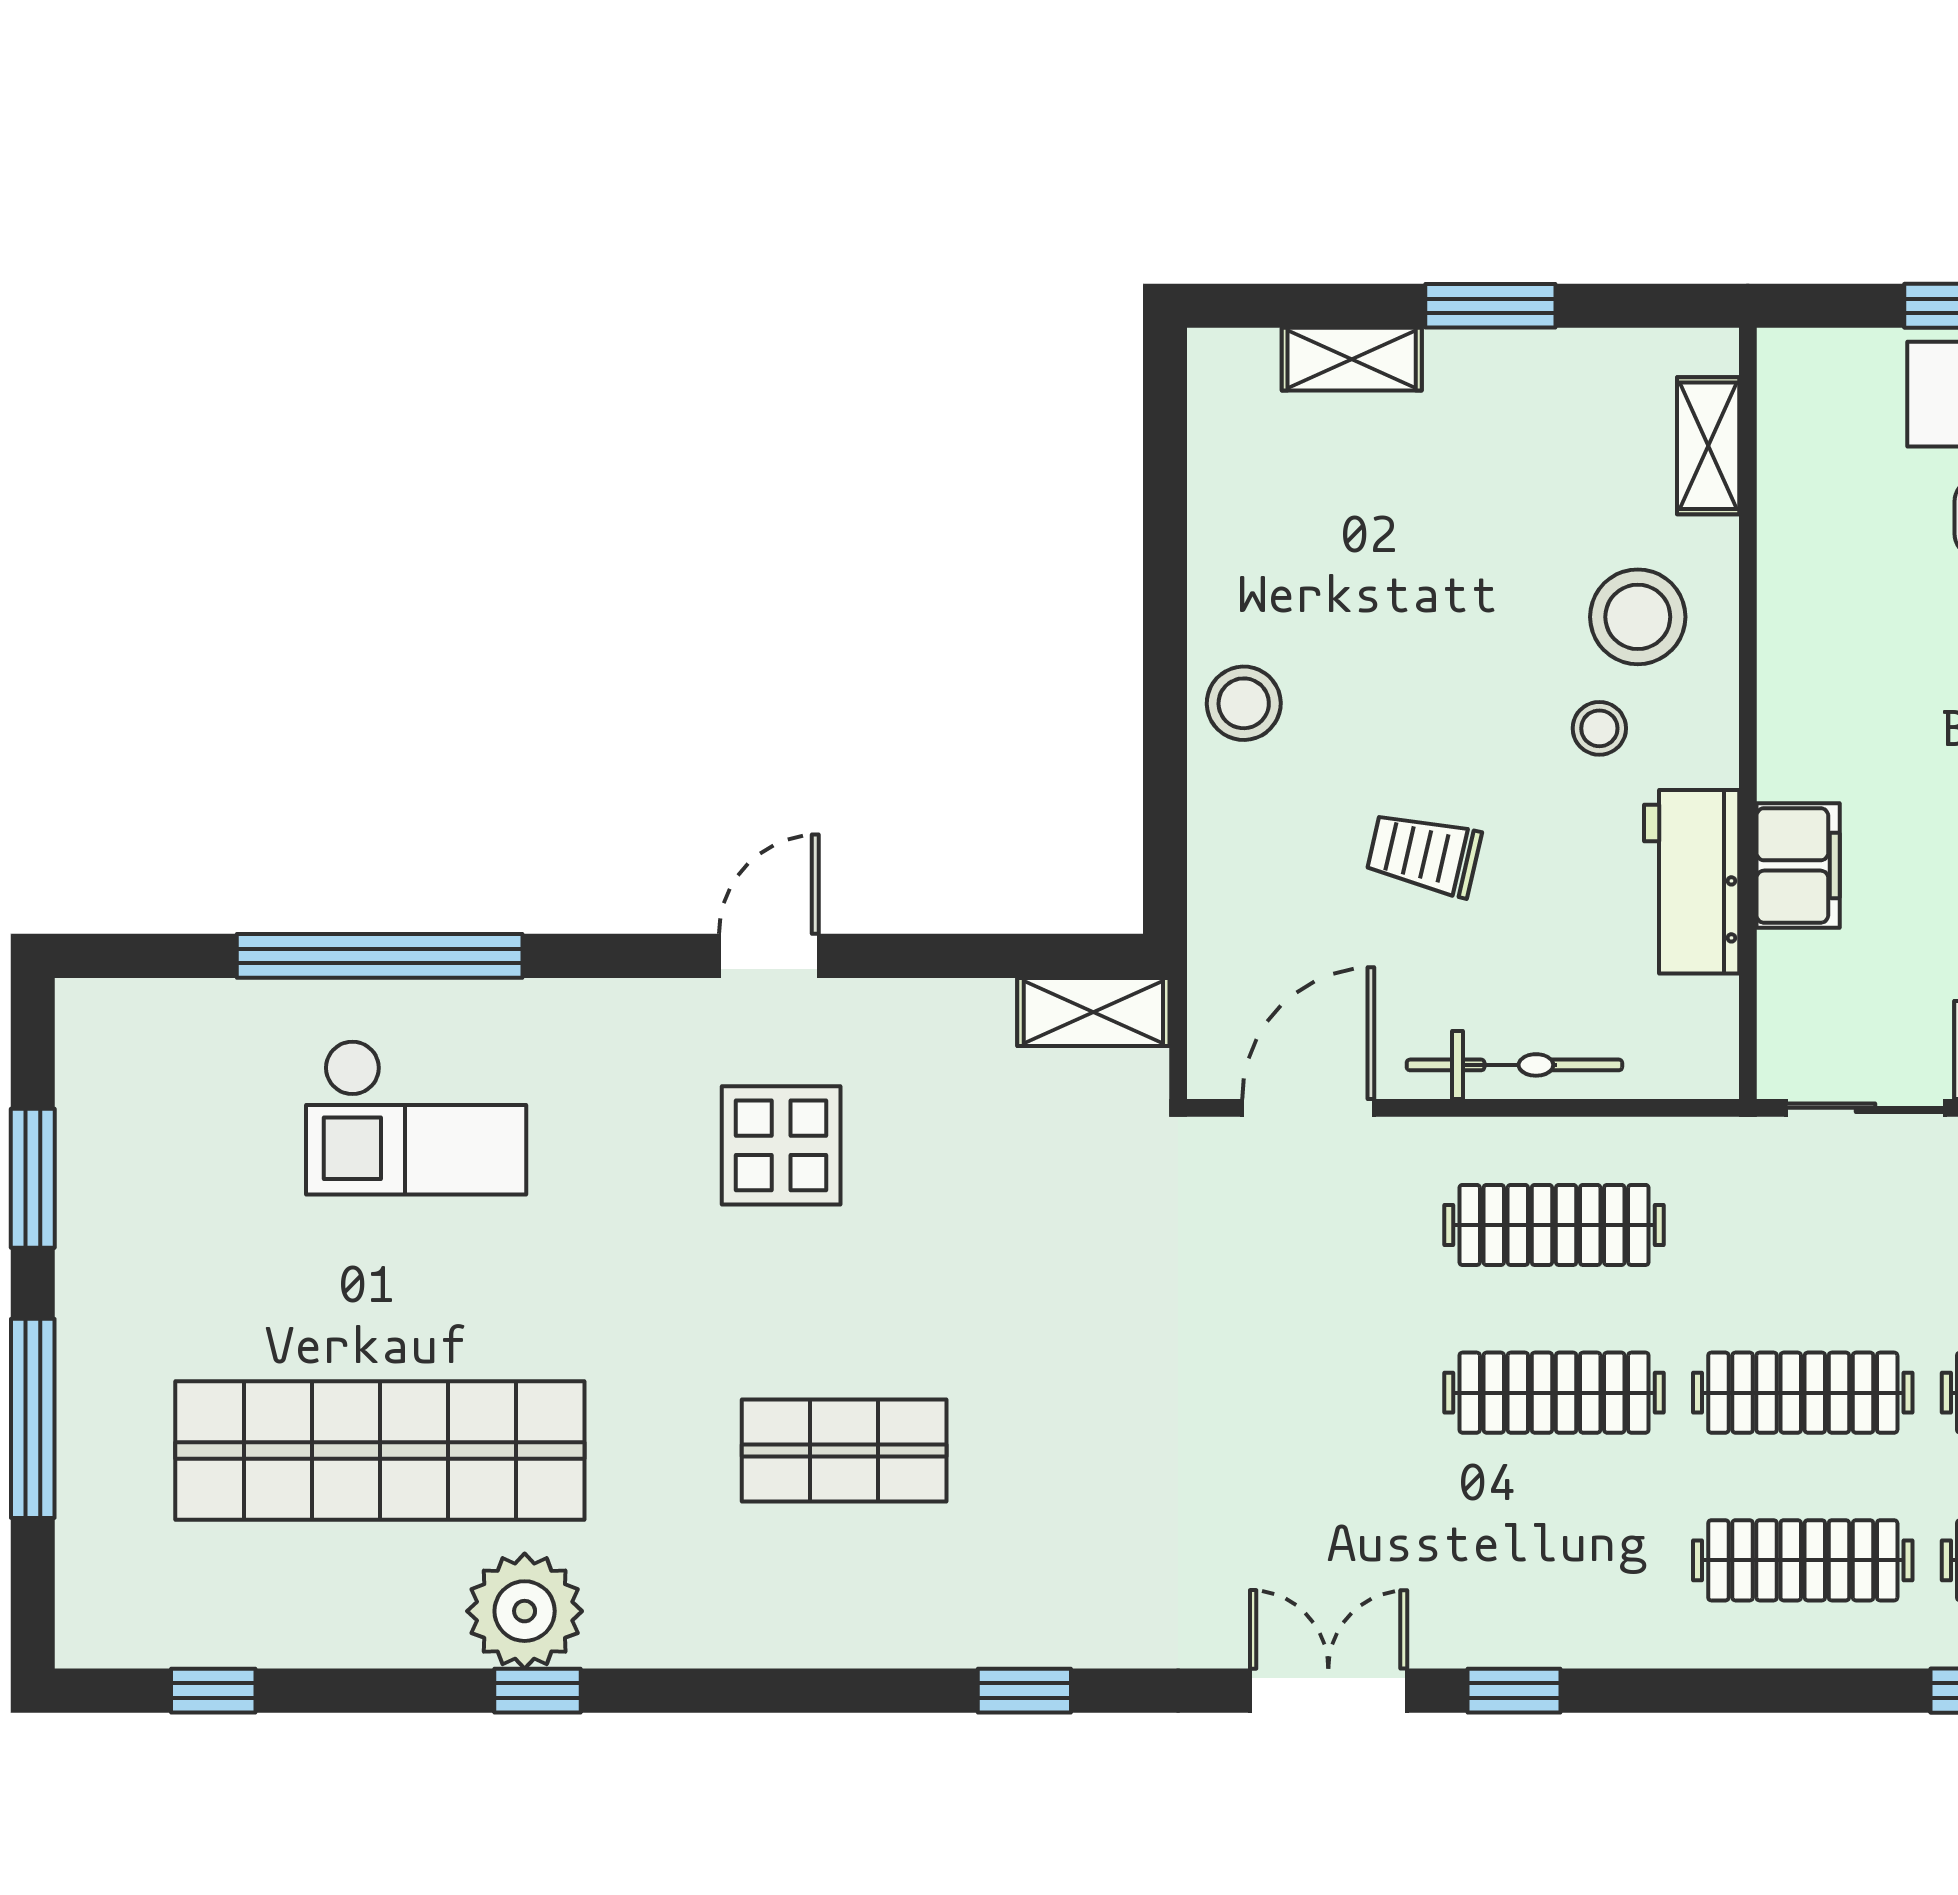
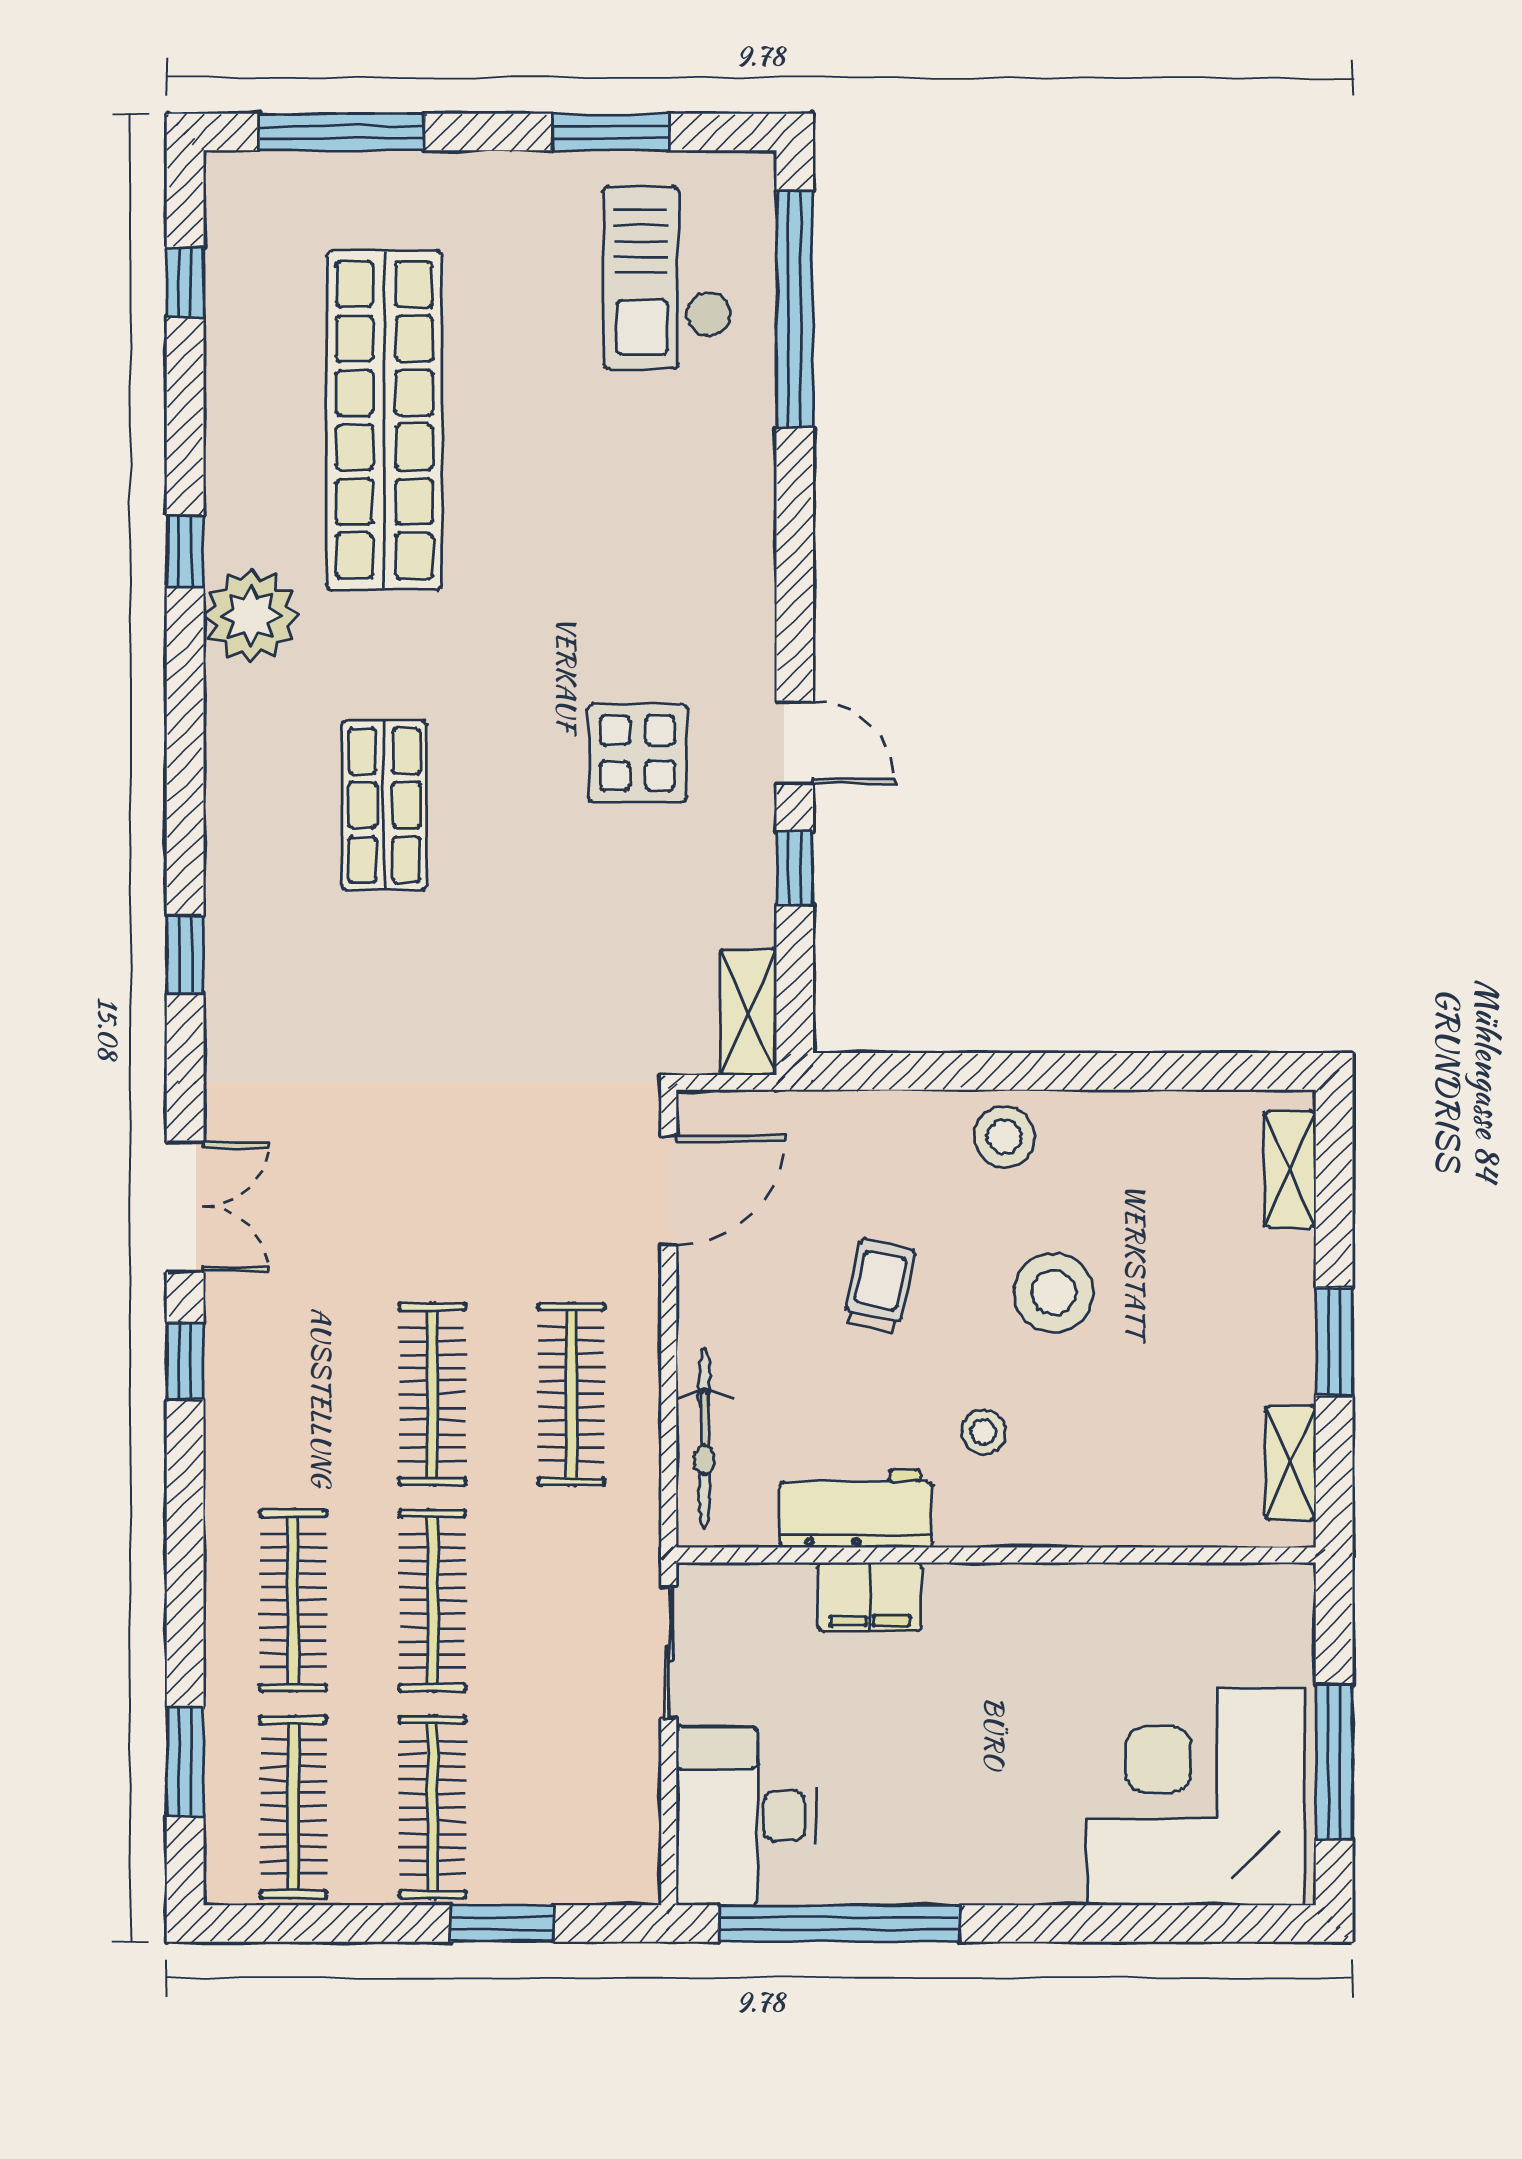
shelving: (1352, 359) -> (1290, 1169), moved
shelving: (1708, 446) -> (1290, 1463), moved, turned 90
stool: (1638, 617) -> (1054, 1293), moved
window: (380, 956) -> (795, 309), moved
window: (920, 956) -> (795, 868), added
bicycle: (1514, 1065) -> (704, 1438), moved
door: (1308, 1108) -> (669, 1190), hinge flipped
checkout: (416, 1117) -> (668, 278), moved
window: (33, 1418) -> (342, 132), moved
plant: (525, 1611) -> (251, 616), moved

